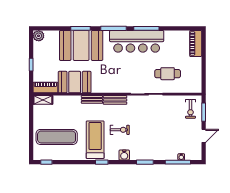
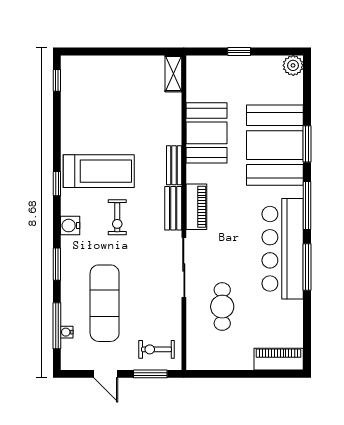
piano: (45, 88) -> (196, 207), moved
exercise mat: (57, 137) -> (105, 303), moved

